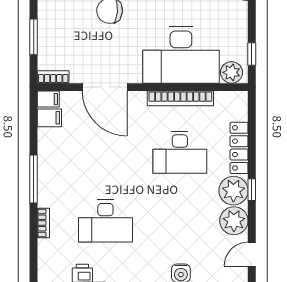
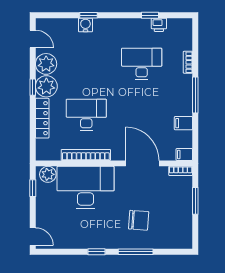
filing cabinet: (49, 118) -> (183, 123), moved
door: (252, 254) -> (33, 39), hinge flipped

